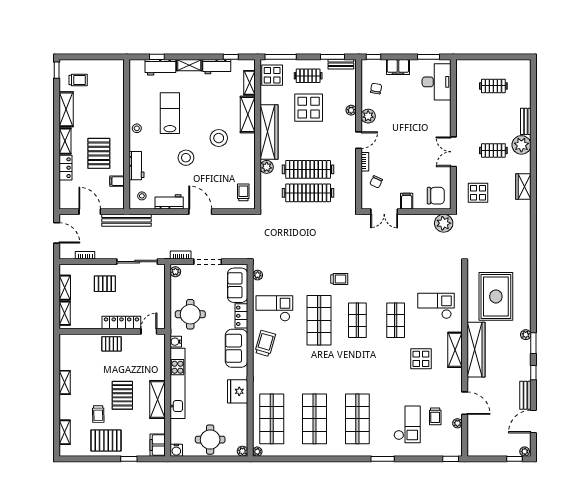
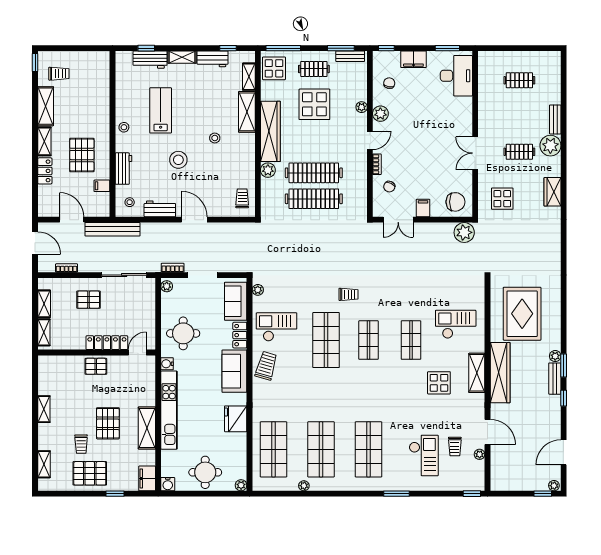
stool: (219, 138) -> (215, 138), width x0.53, depth x0.53
bench: (525, 395) -> (555, 379), moved
plant: (257, 452) -> (304, 486), moved

